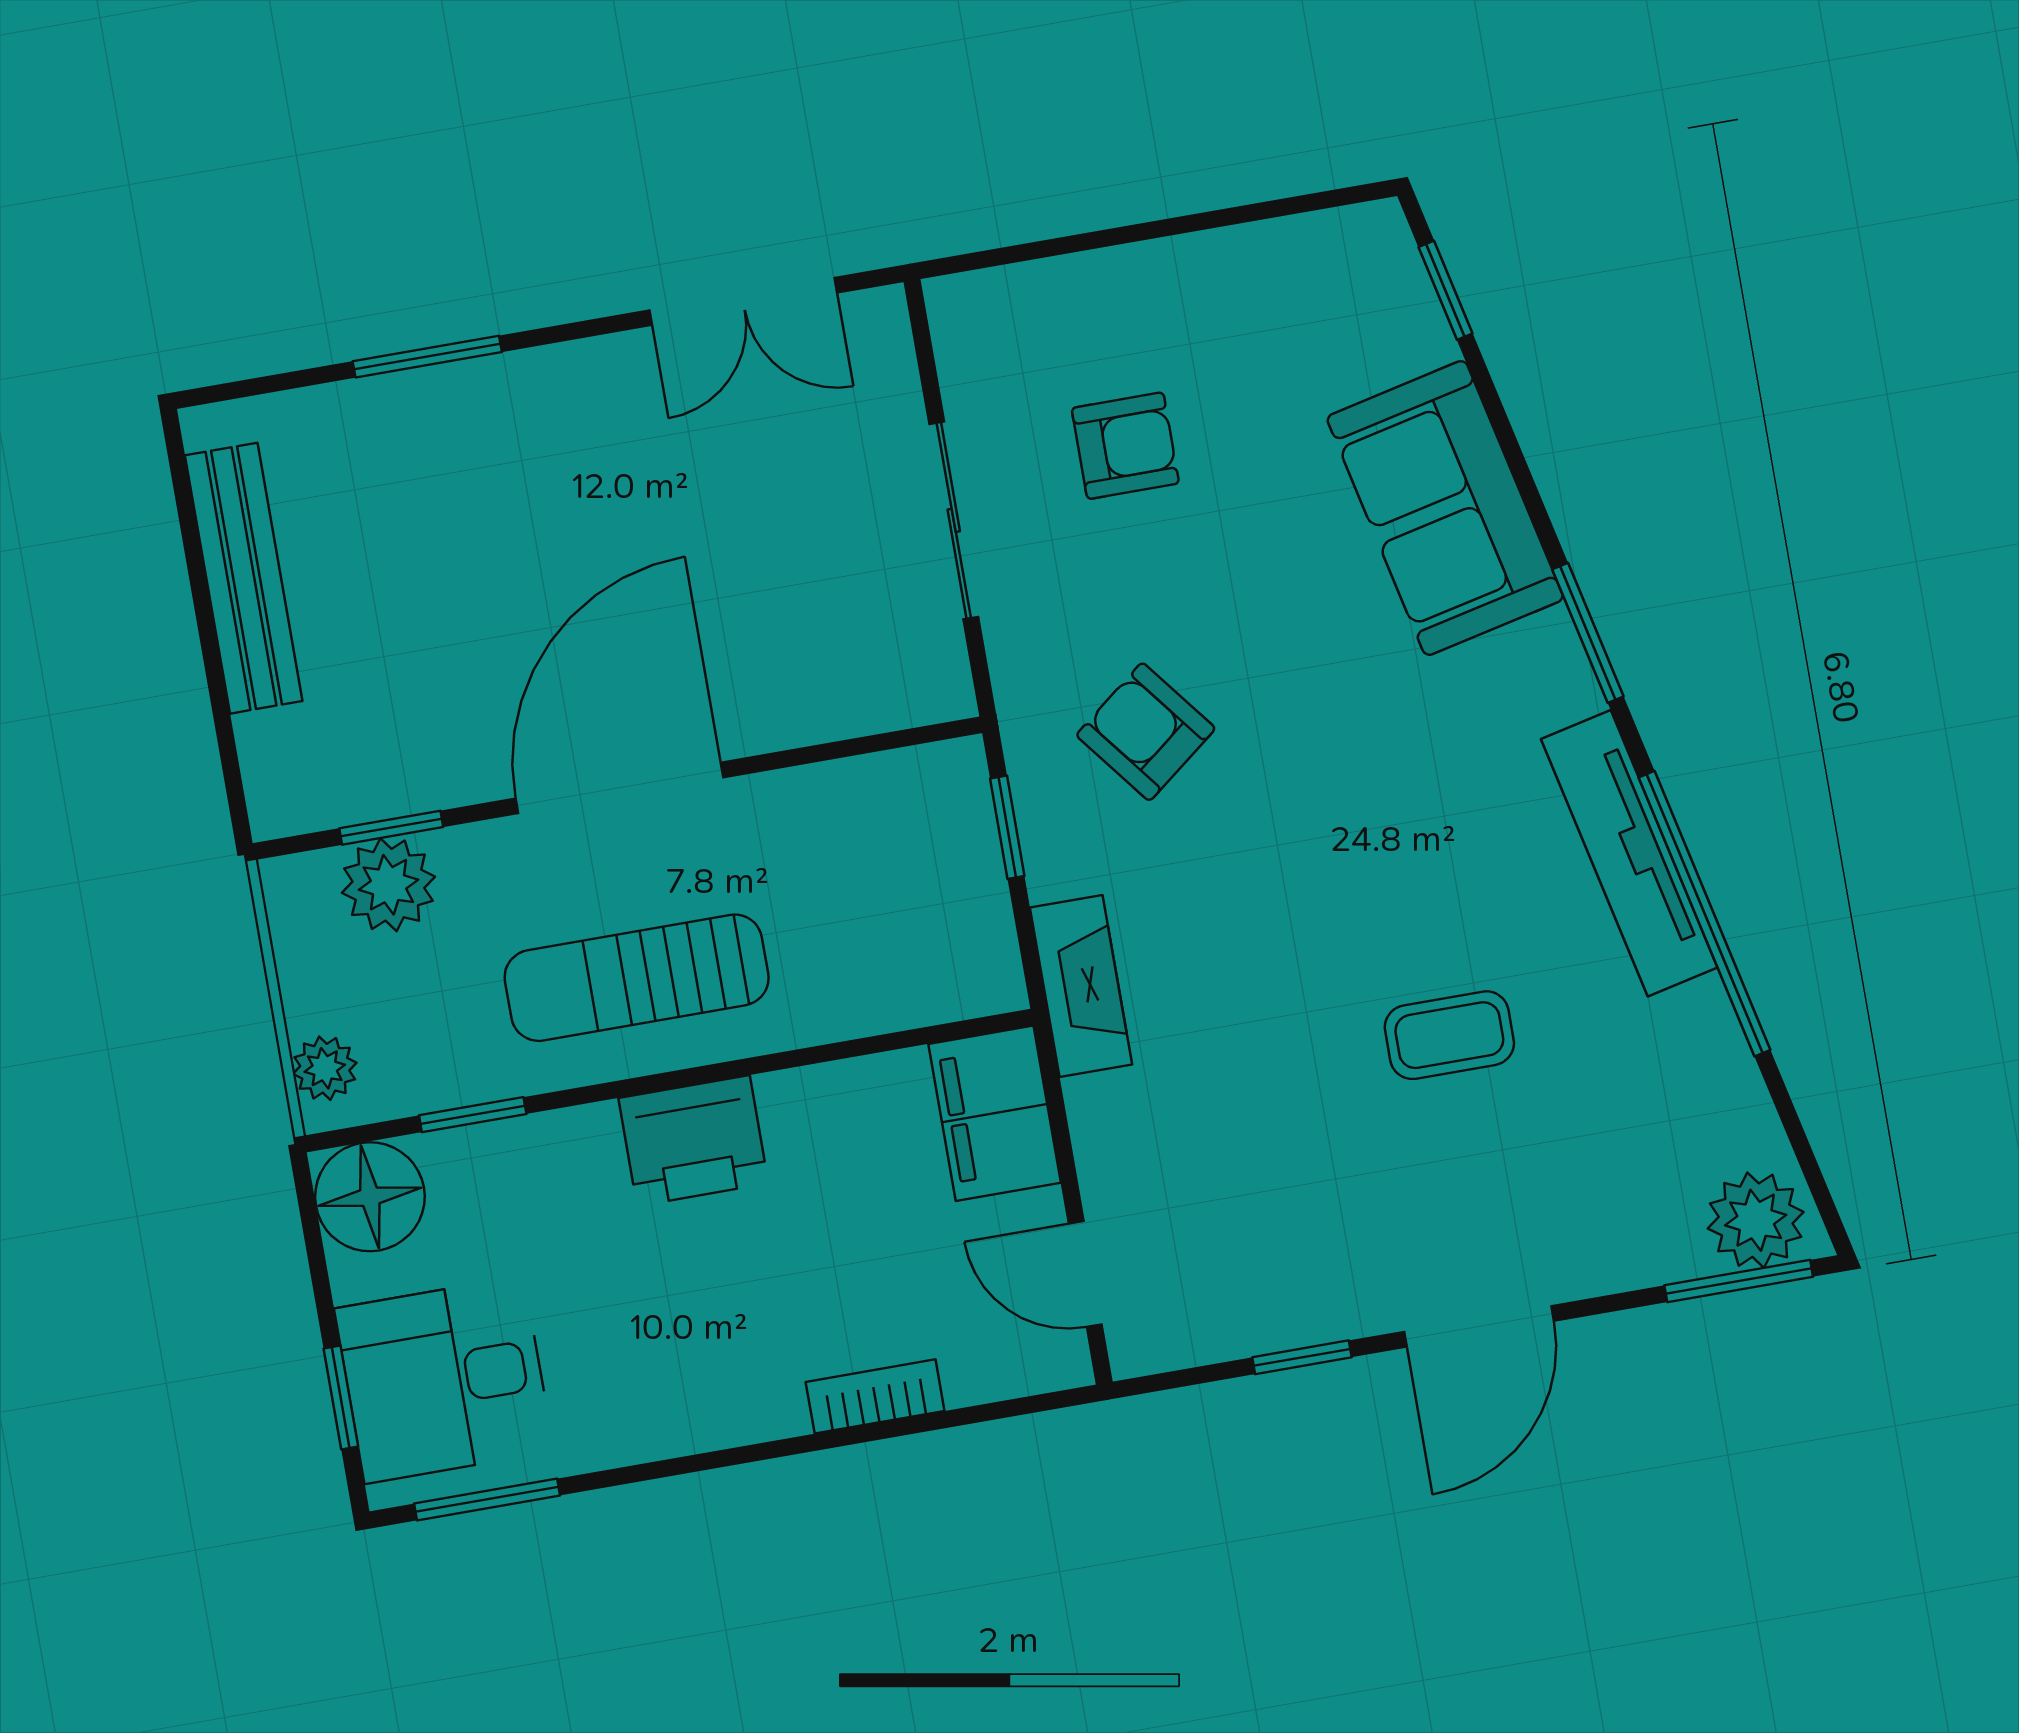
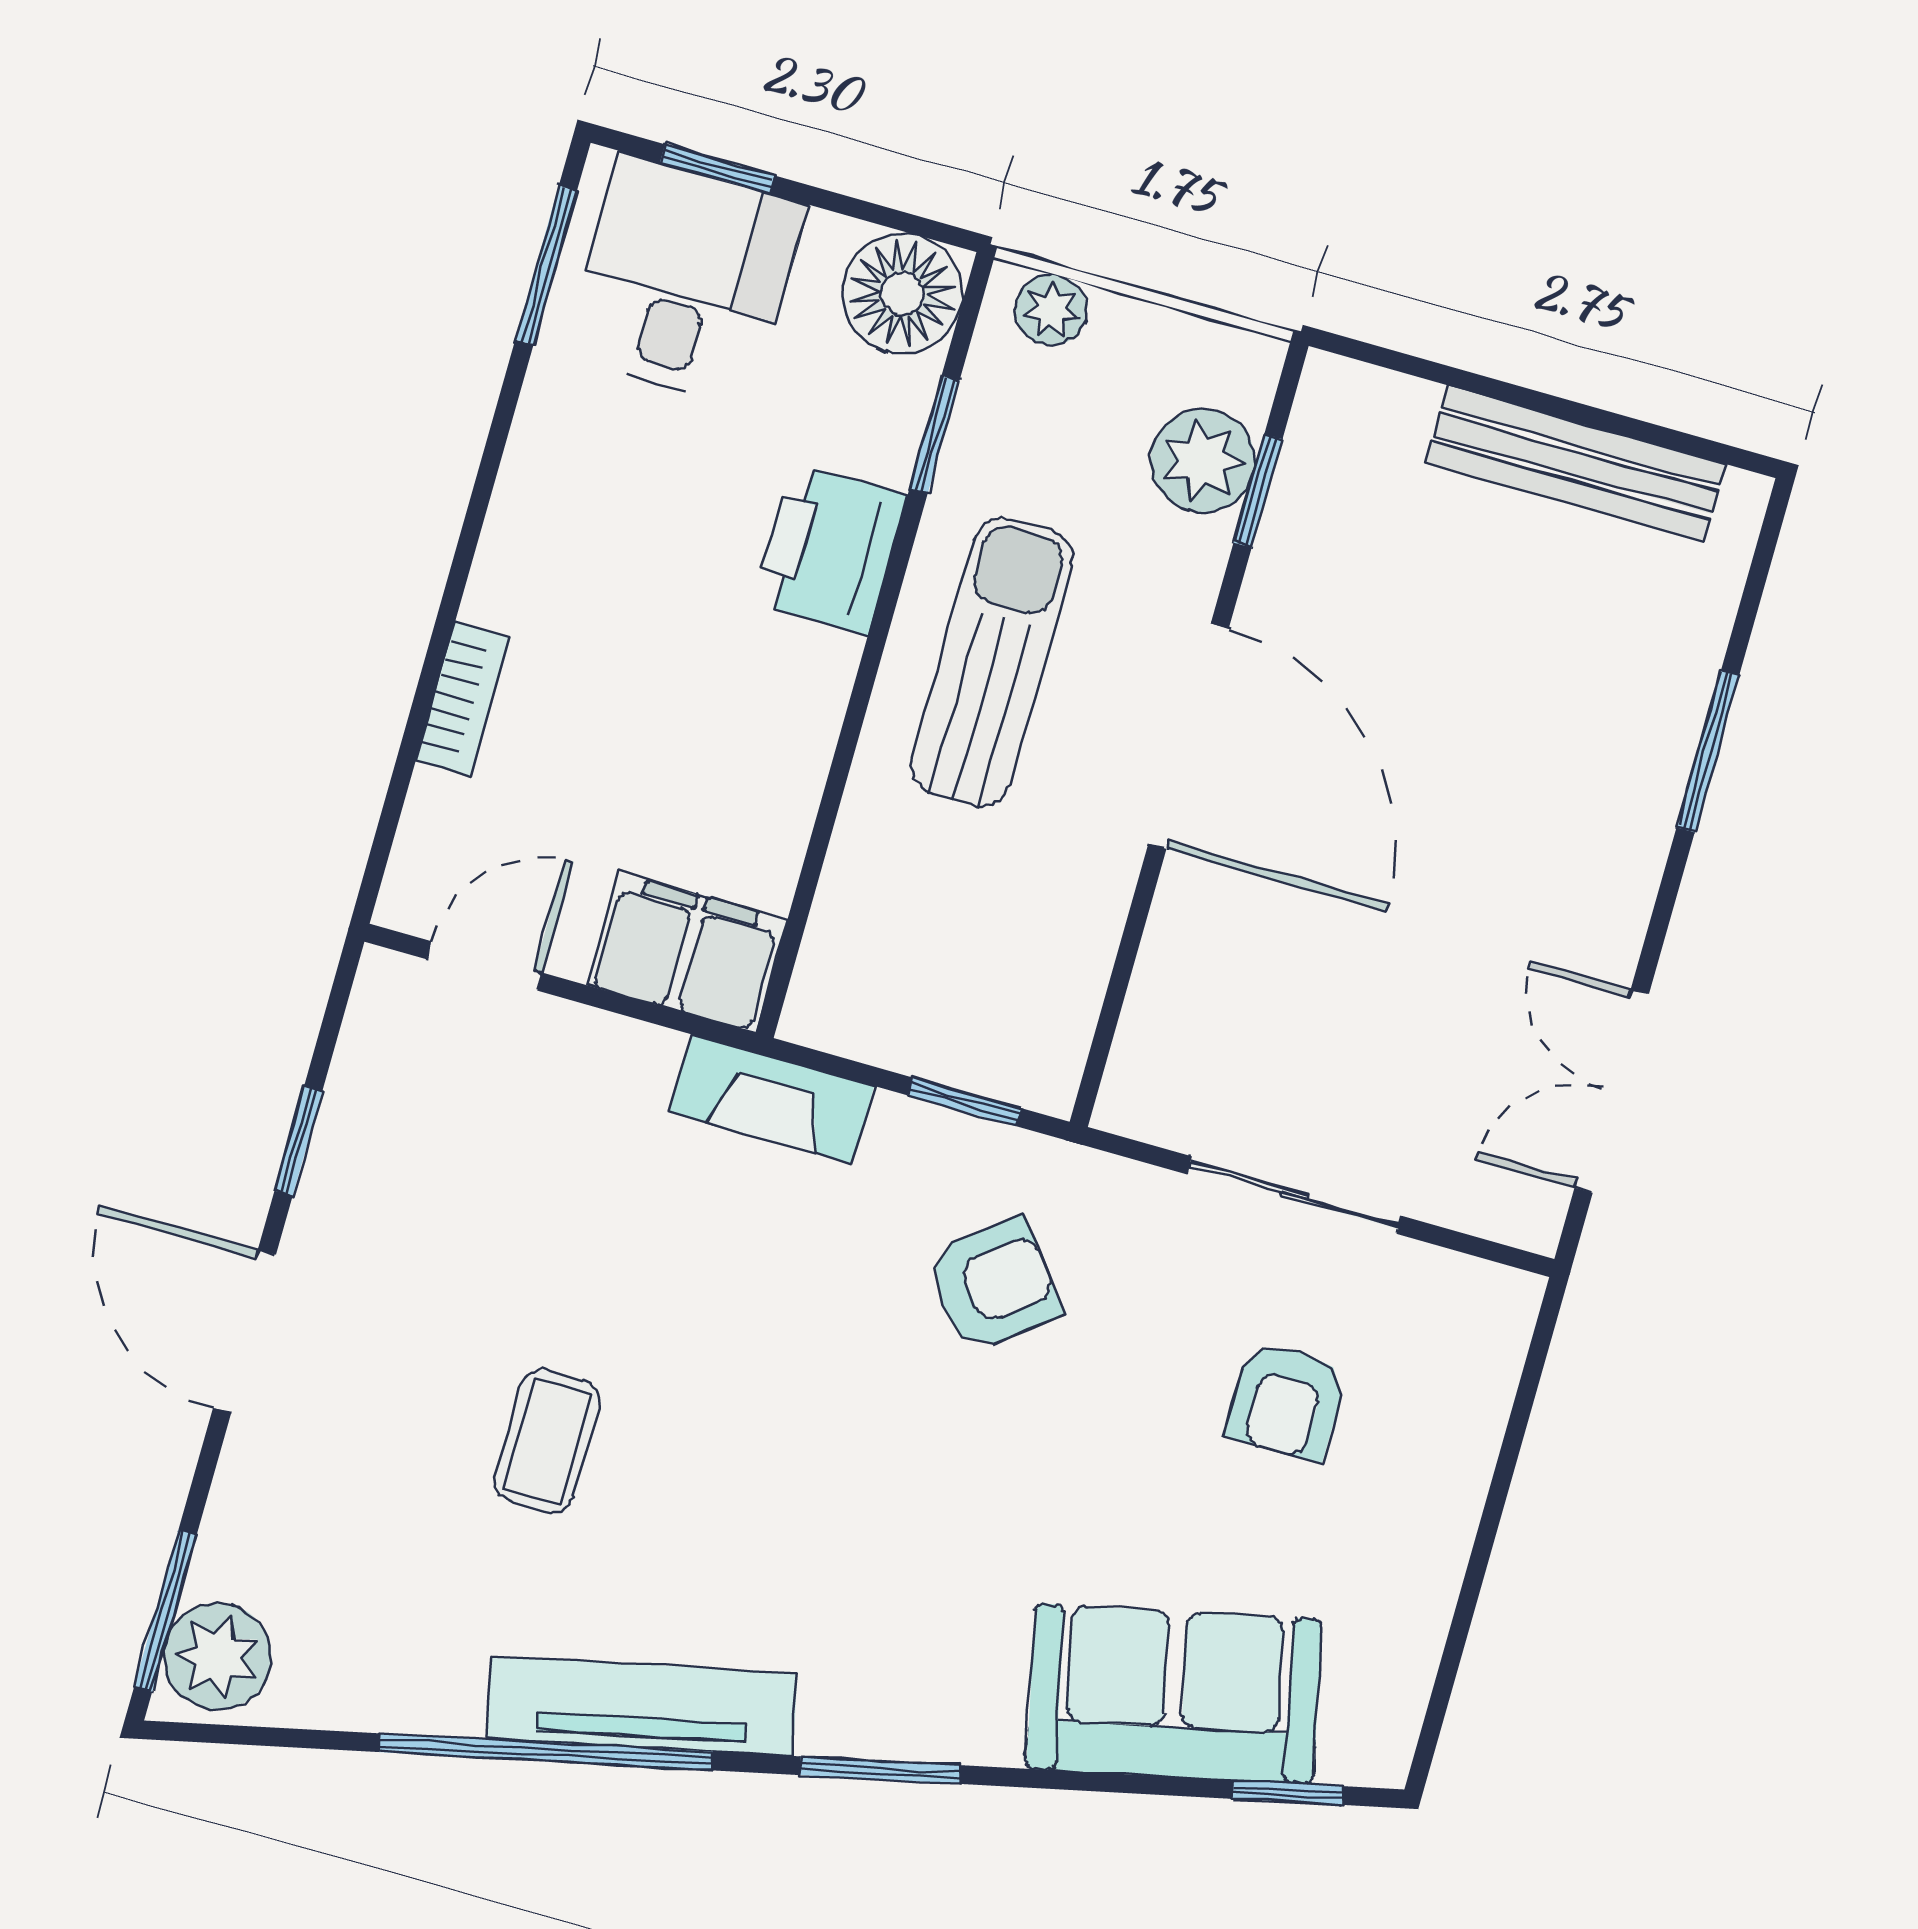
sofa: (1445, 508) -> (1174, 1694), moved
printer: (693, 1141) -> (829, 549), moved

